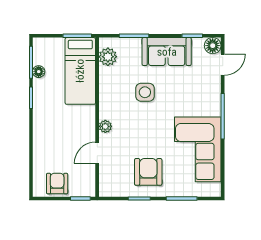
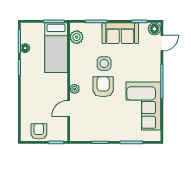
armchair: (148, 172) -> (103, 87), moved

